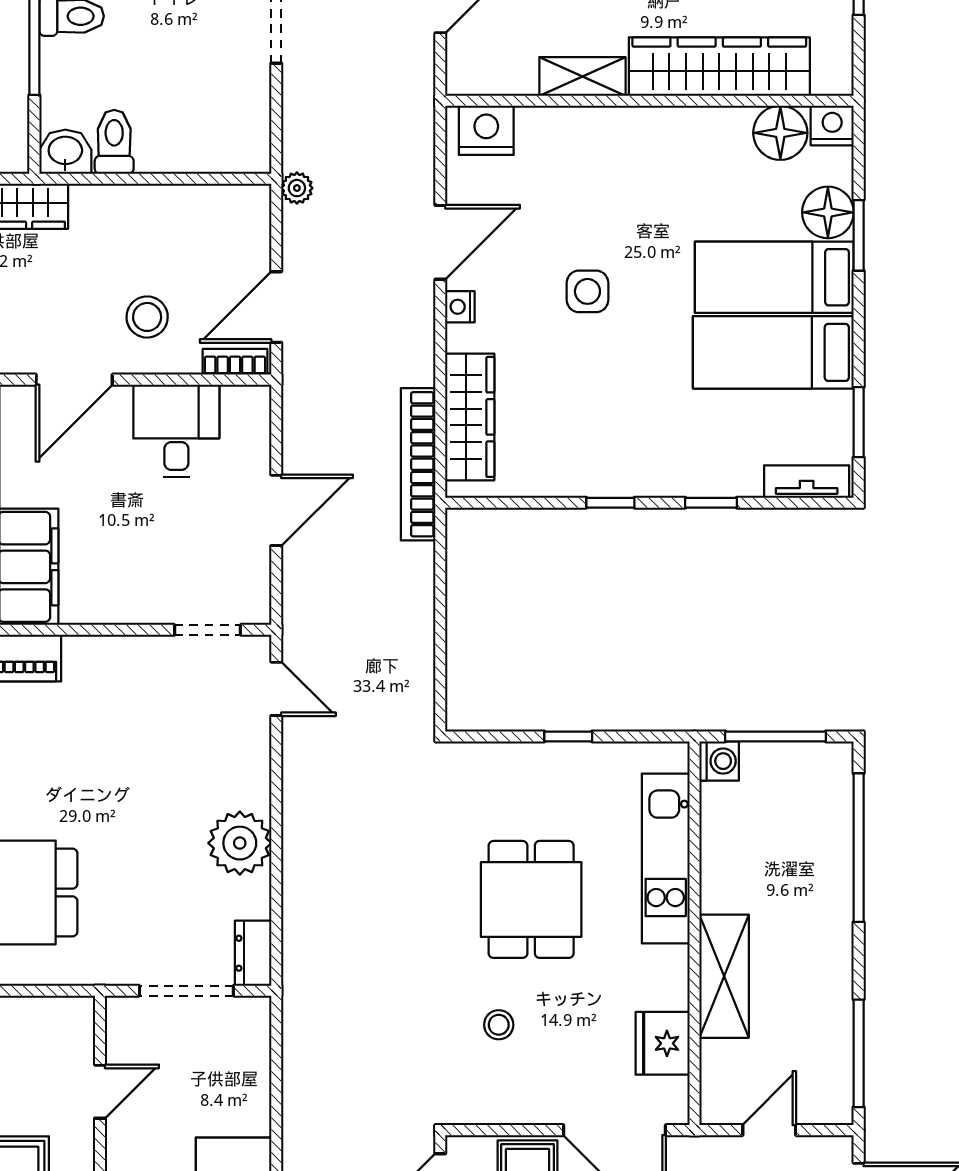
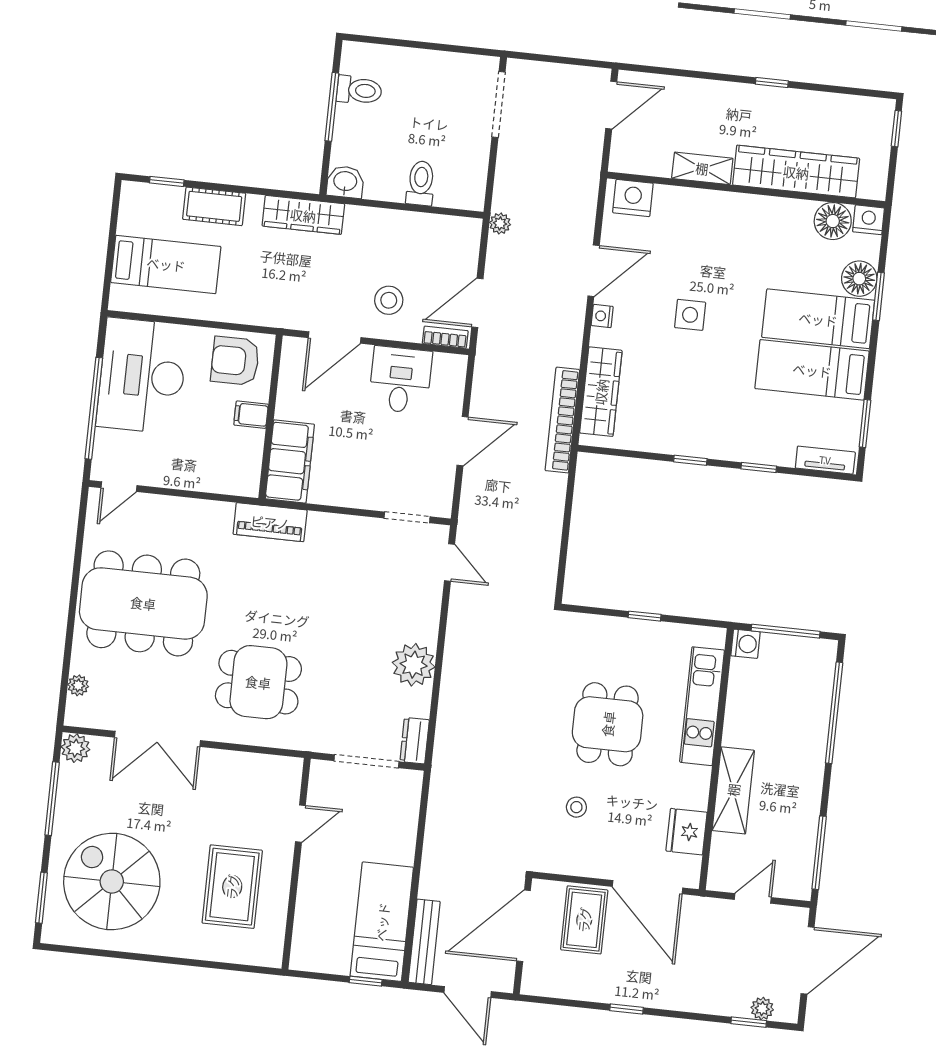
toilet: (114, 142) -> (421, 183), moved

